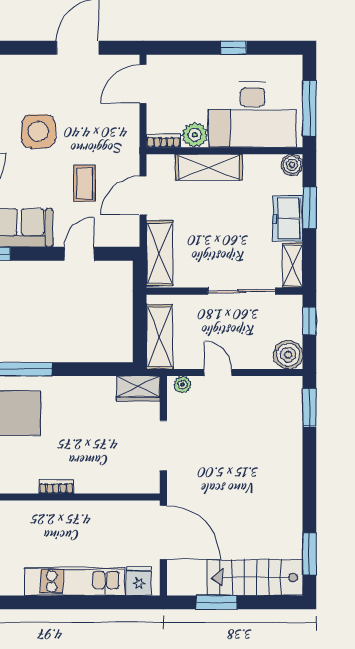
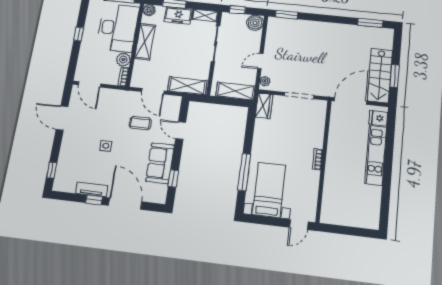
side table: (38, 131) -> (106, 146), width x0.54, depth x0.54
shelving: (209, 167) -> (145, 42), moved
stairs: (255, 578) -> (380, 76), moved

